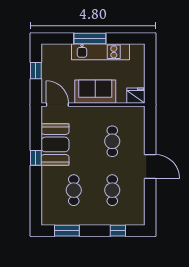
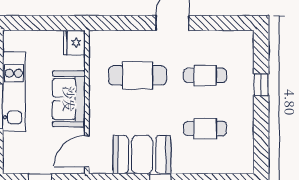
cafe table: (112, 141) -> (138, 75), width x1.37, depth x1.35
window: (67, 231) -> (261, 138), removed
window: (118, 231) -> (261, 85), moved

